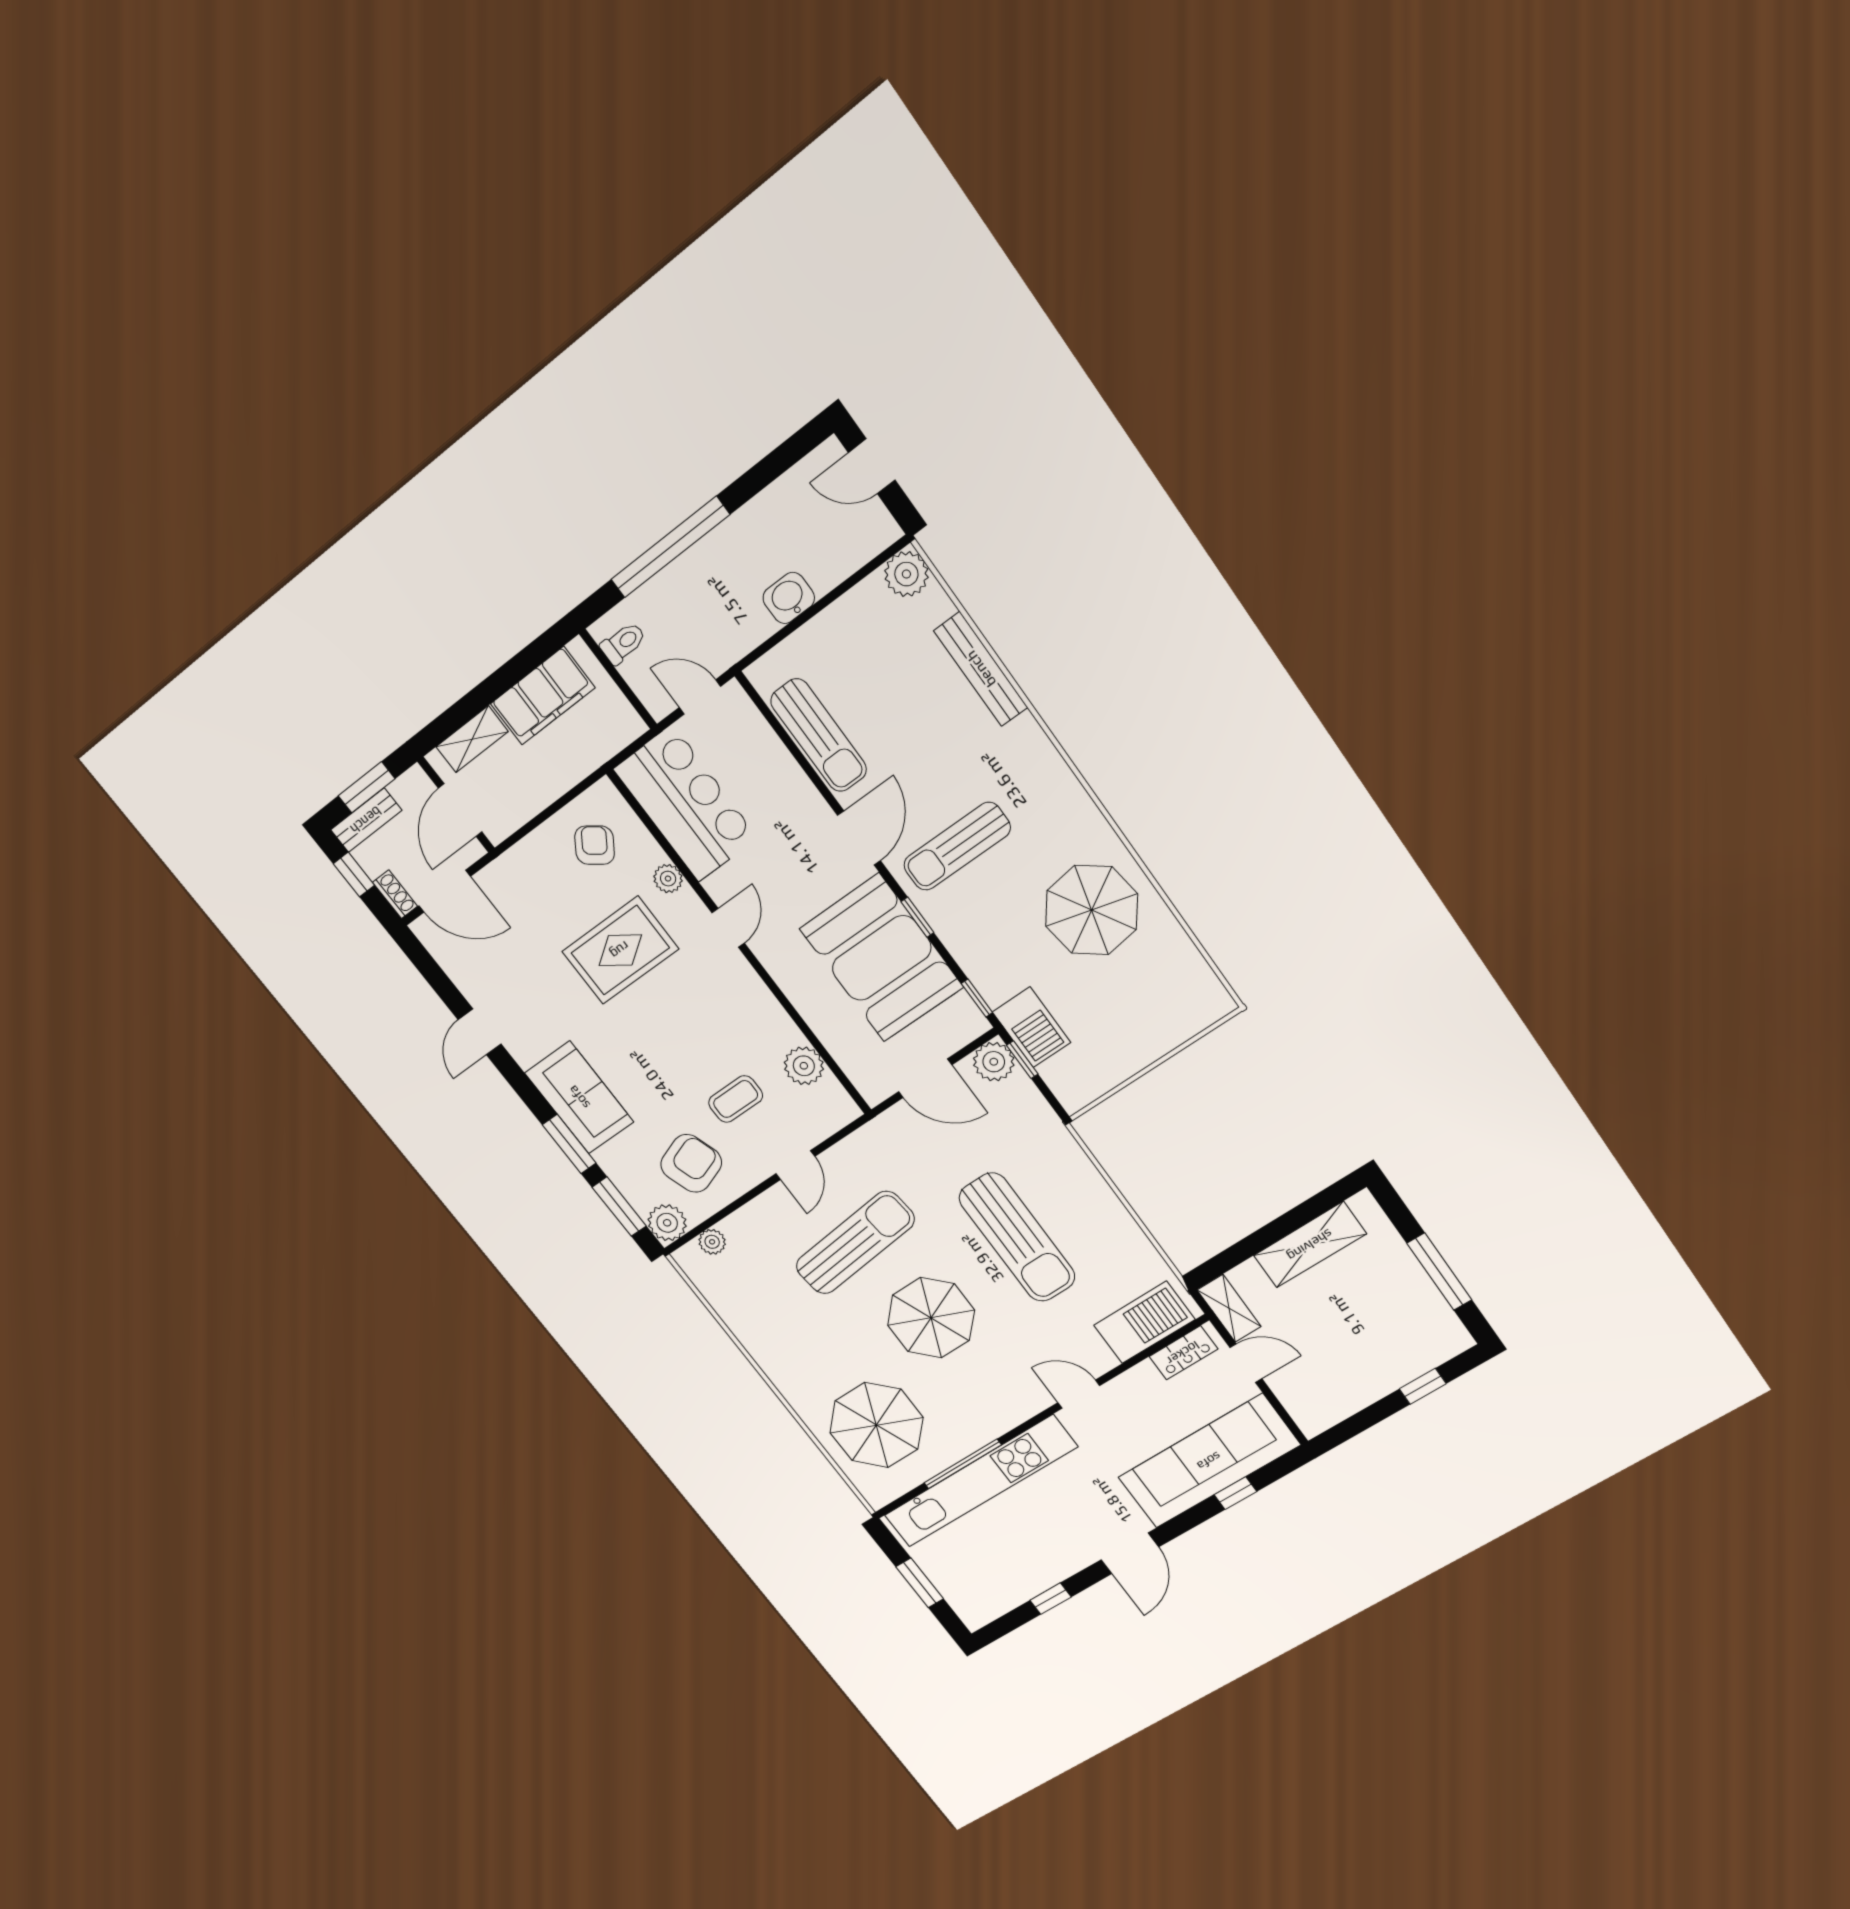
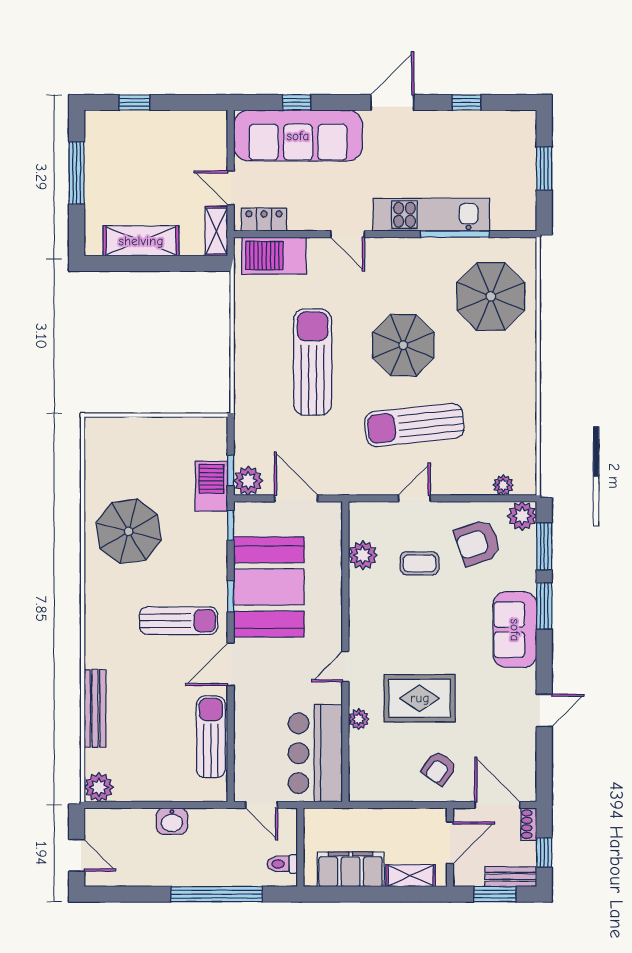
armchair: (595, 845) -> (439, 768), moved
kitchen unit: (980, 1481) -> (431, 215), width x0.73

